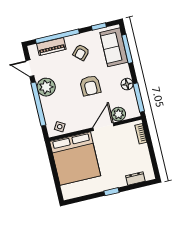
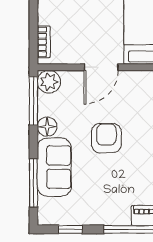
sofa: (114, 47) -> (54, 167), moved
armchair: (81, 52) -> (109, 195), removed
plant: (118, 114) -> (49, 82), moved

